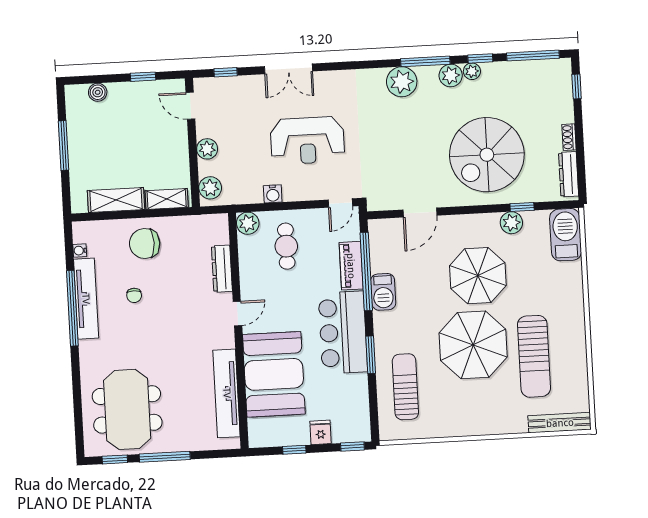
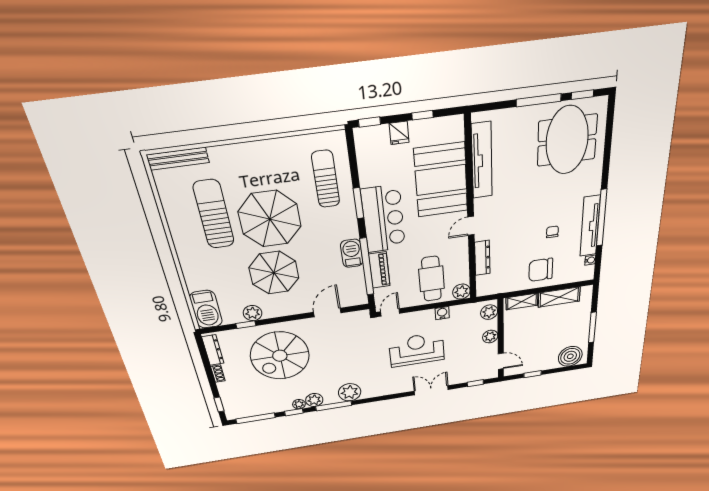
boiler: (98, 92) -> (570, 356), width x1.86, depth x1.86
spiral stairs: (487, 155) -> (280, 356), turned 180
chair: (145, 243) -> (541, 270), turned 180
cafe table: (286, 246) -> (432, 279), width x1.37, depth x1.35
sun lounger: (405, 387) -> (326, 179), turned 180

